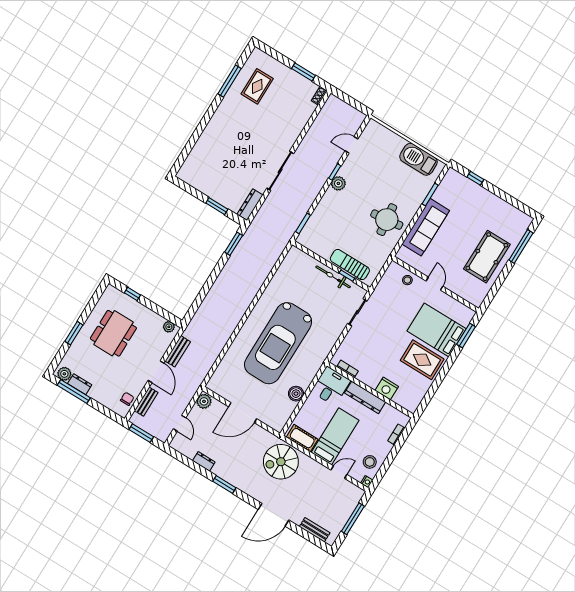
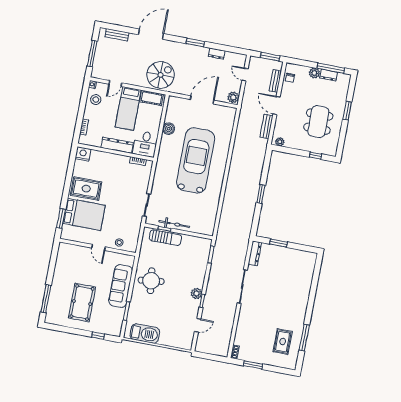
window: (234, 244) -> (261, 194), moved
pool table: (487, 257) -> (82, 303), moved
plant: (64, 374) -> (314, 73), moved
nightstand: (387, 388) -> (83, 154), moved

